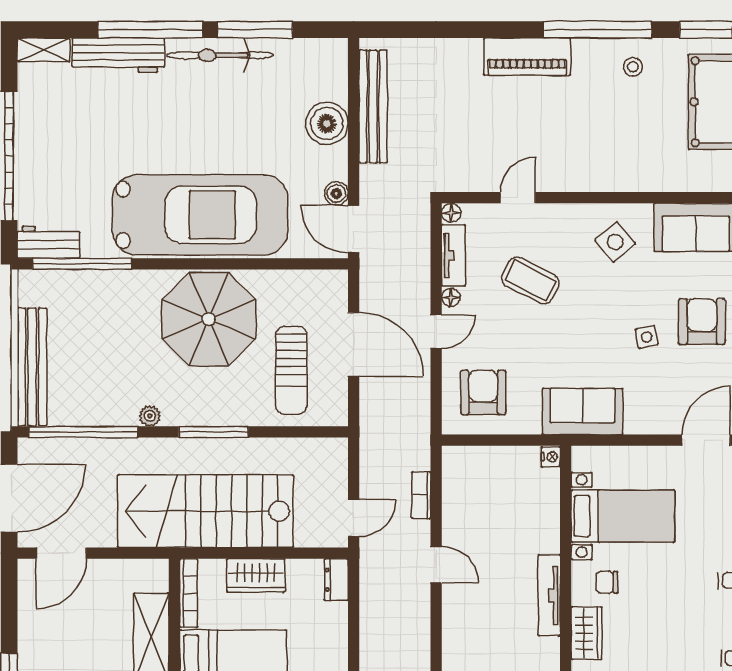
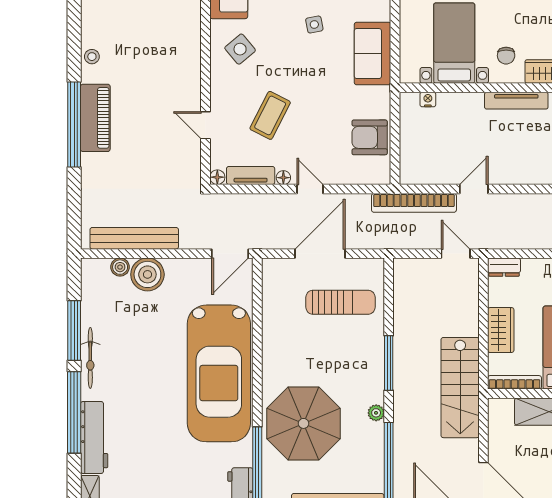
window: (598, 30) -> (74, 125), moved
bicycle: (220, 55) -> (90, 358), width x0.73, depth x0.71
stool: (633, 67) -> (92, 57), moved
boiler: (336, 193) -> (120, 267), moved
car: (200, 215) -> (219, 373), turned 180
parasol: (209, 319) -> (304, 423), moved
armchair: (483, 392) -> (370, 137), moved
sofa: (583, 411) -> (373, 54), moved
nightstand: (551, 457) -> (428, 99), moved
bookcase: (421, 495) -> (414, 203), width x2.31, depth x1.31
stairs: (205, 511) -> (460, 388), width x0.73, depth x0.66
door: (436, 565) -> (474, 189), moved

